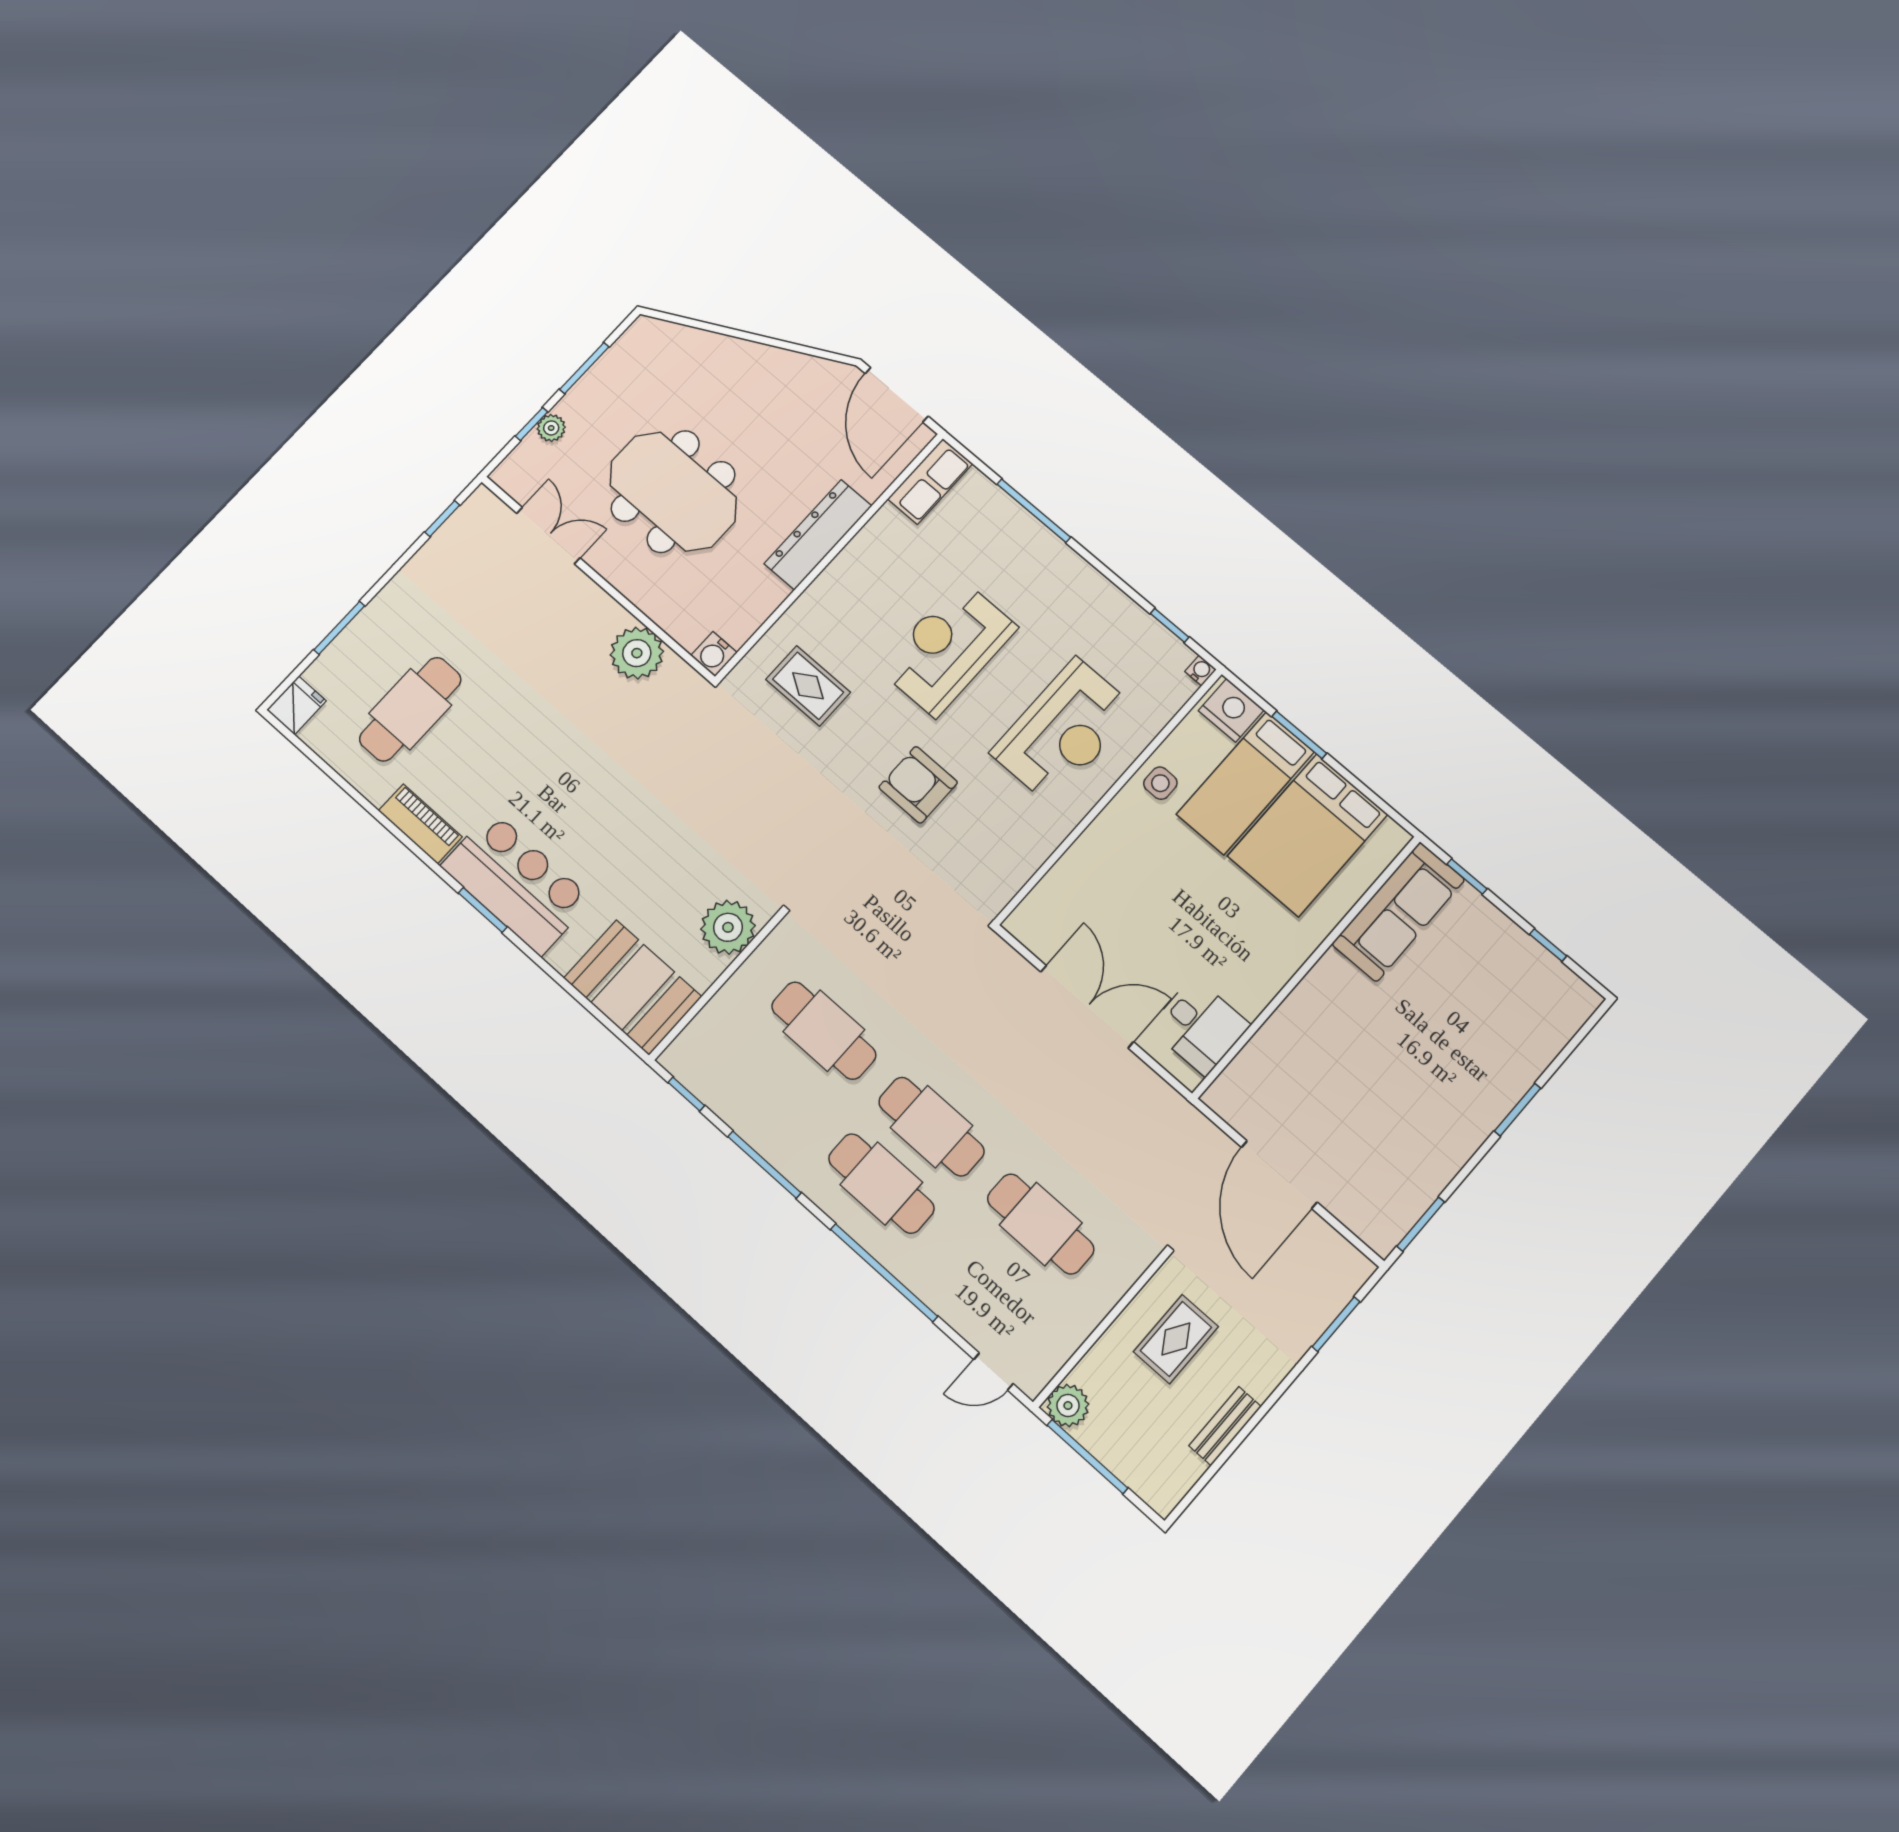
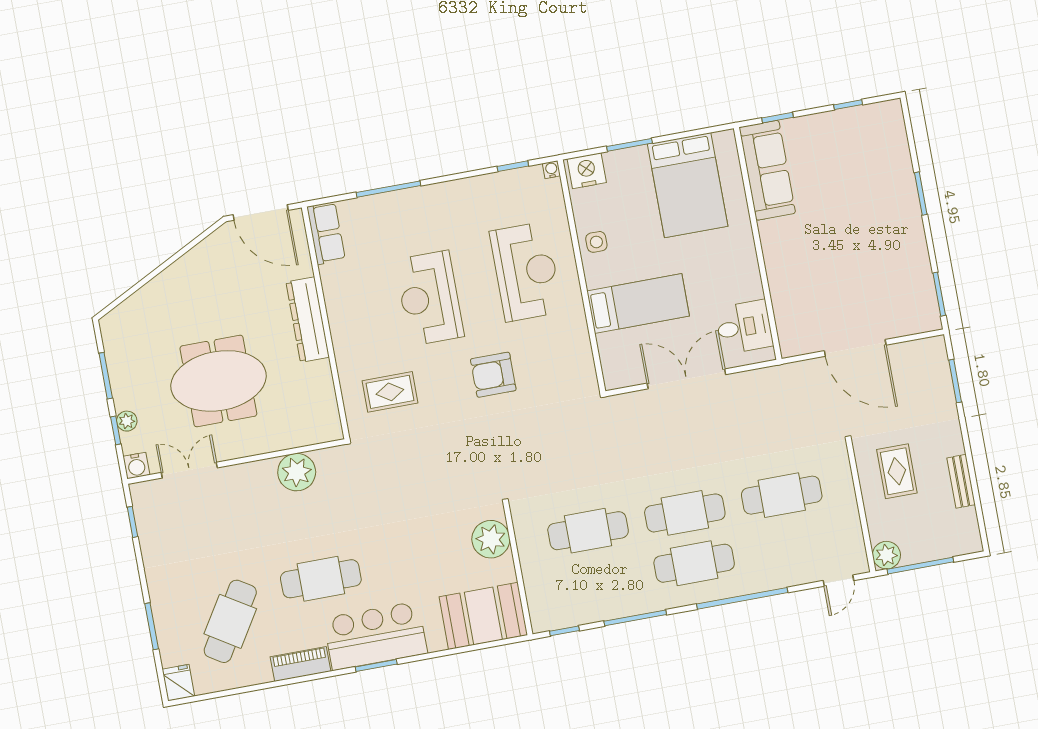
water cooler: (714, 654) -> (136, 466), moved
cafe table: (410, 709) -> (230, 621), turned 32
cafe table: (536, 772) -> (321, 579), added
bed: (1245, 783) -> (638, 304), moved, turned -90

